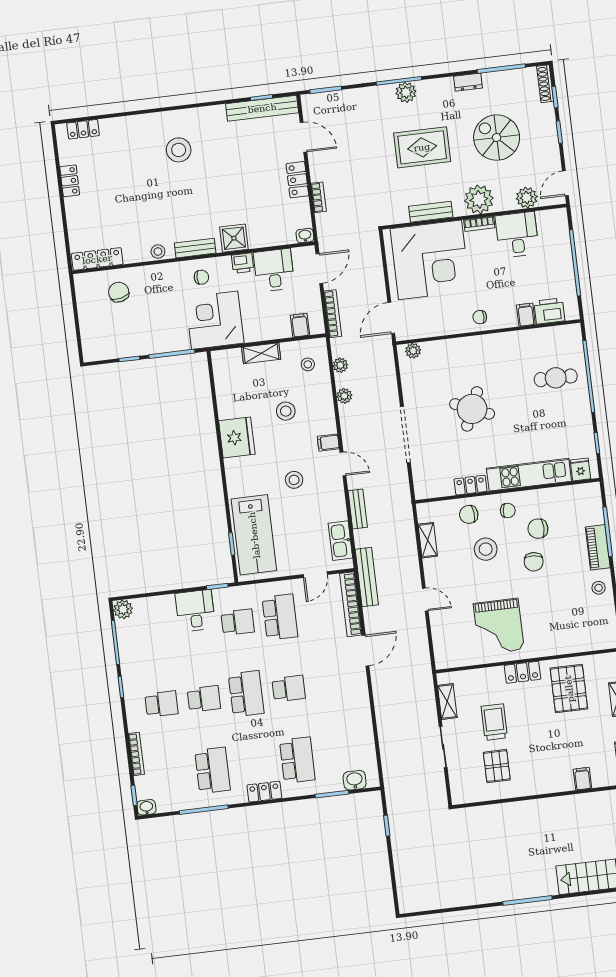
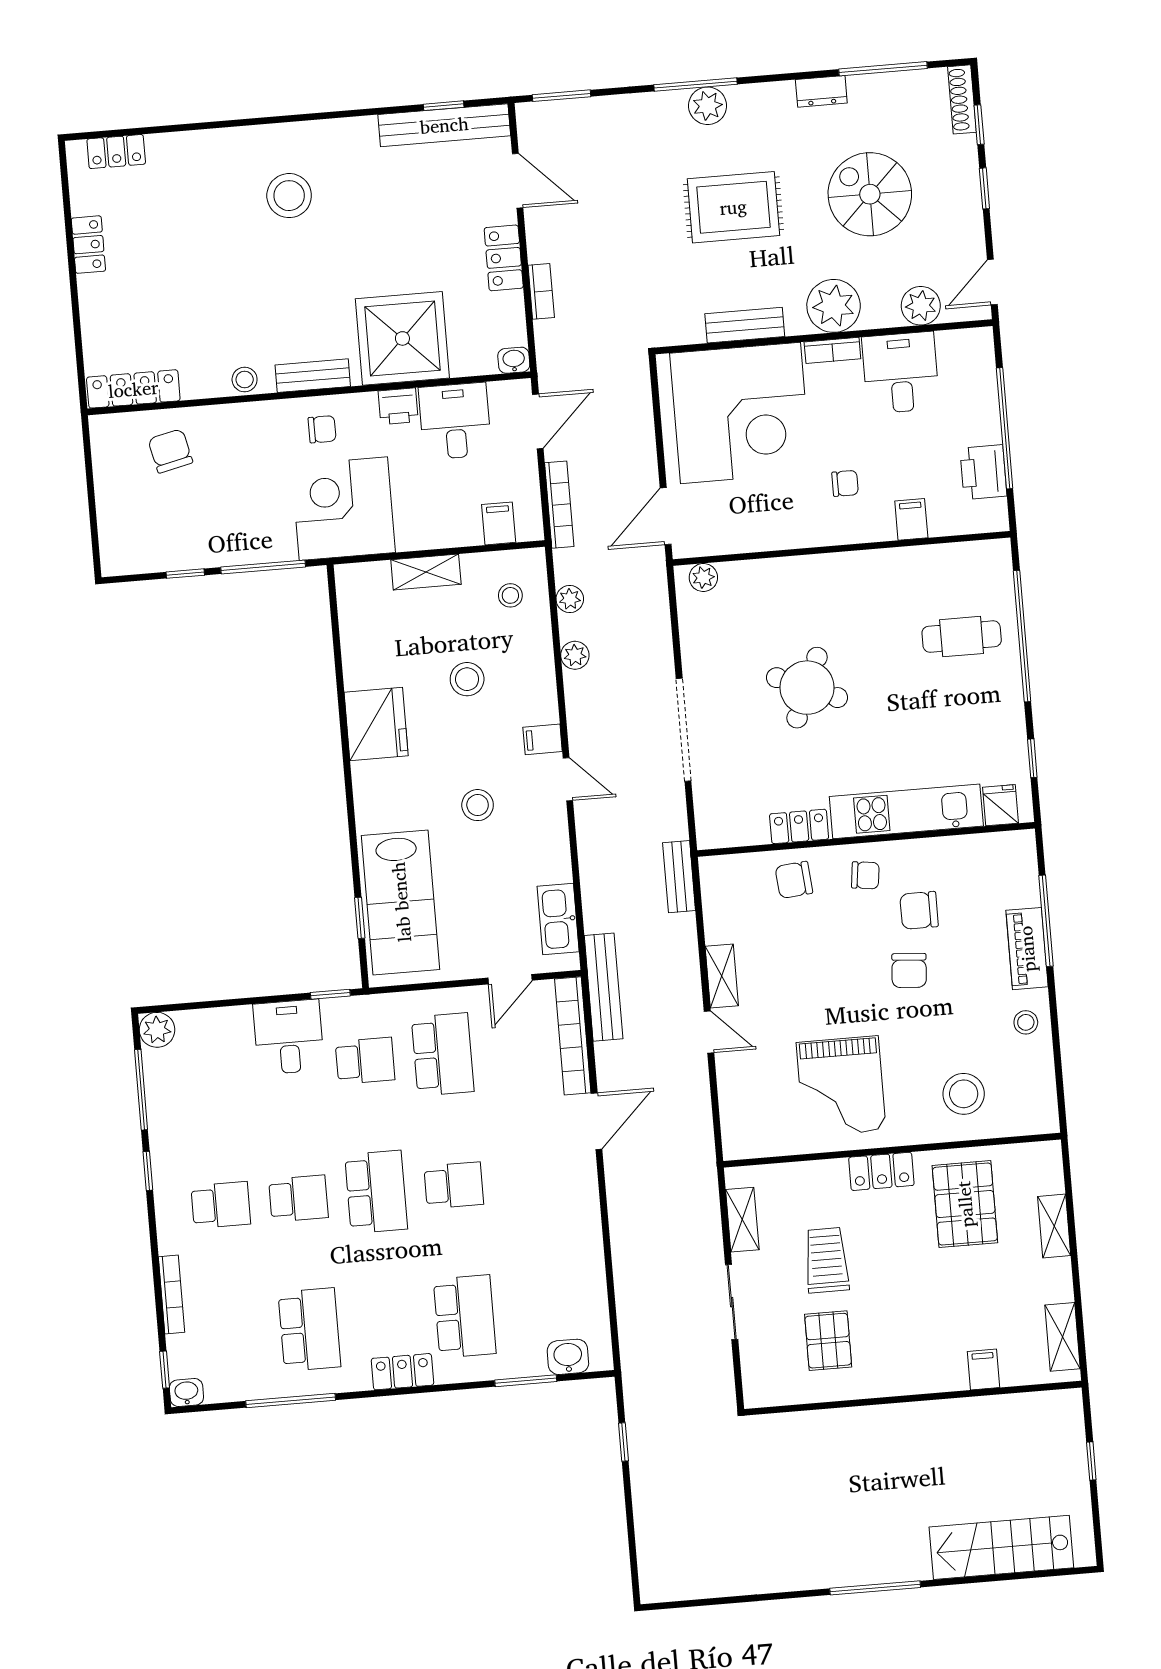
shower: (234, 238) -> (402, 338), width x1.86, depth x1.86
printer: (549, 311) -> (983, 472), moved, turned -90
chair: (480, 317) -> (845, 483), moved, turned 180
bench: (358, 509) -> (679, 877), moved
shelving: (428, 540) -> (722, 976), moved
stool: (486, 549) -> (964, 1094), moved

